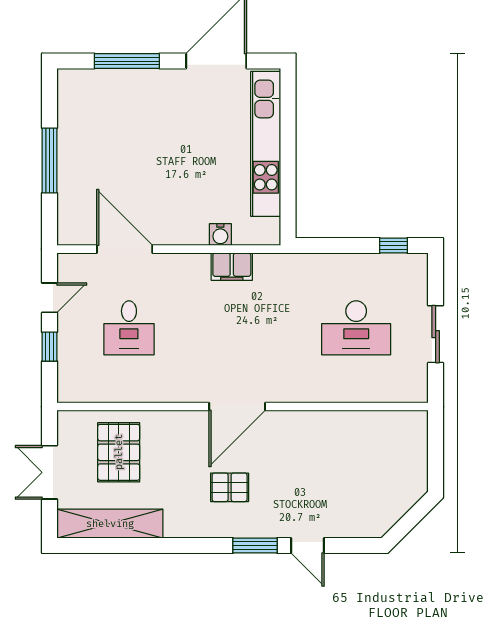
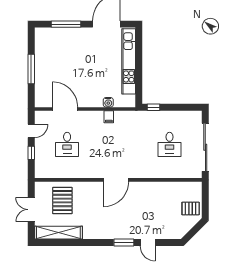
window: (394, 245) -> (154, 107), moved
filing cabinet: (232, 267) -> (109, 117), width x0.50
desk: (356, 328) -> (170, 144), width x0.73
sliding door: (436, 334) -> (205, 147), width x1.86
pallet: (230, 487) -> (191, 208), moved

